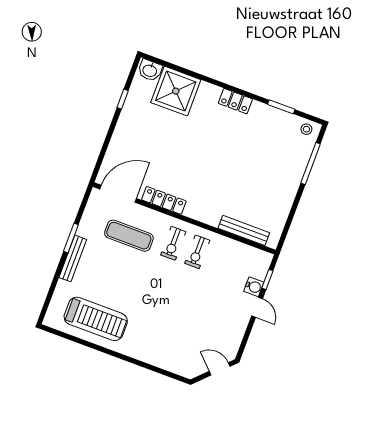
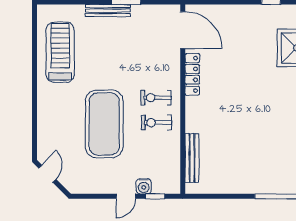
exercise mat: (129, 236) -> (104, 124), moved, width x2.00, depth x1.45
treadmill: (96, 319) -> (60, 52), turned 180
door: (220, 369) -> (47, 174), moved

